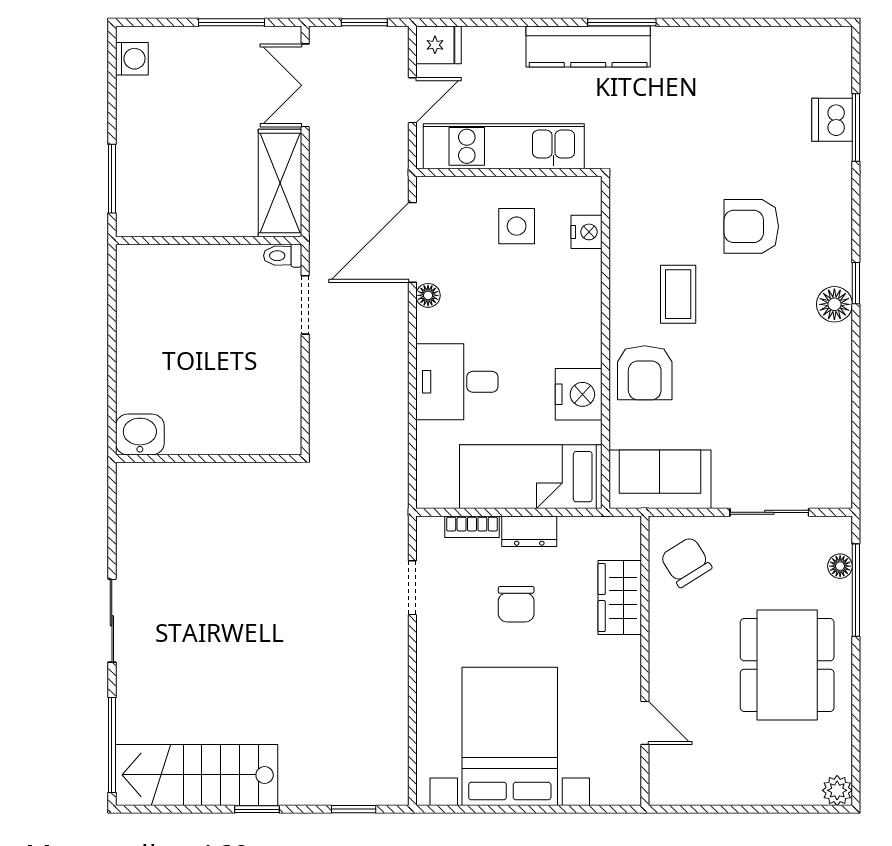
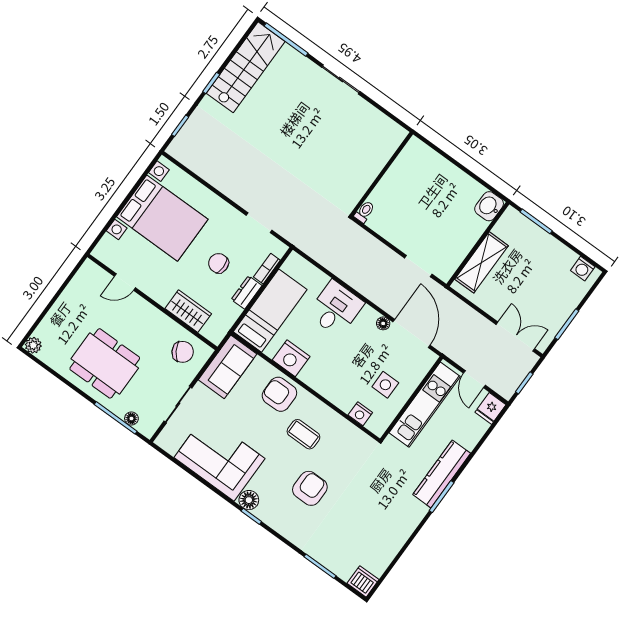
dishwasher: (832, 120) -> (363, 581), moved
shelving: (280, 183) -> (482, 262), moved, turned 90
toilet: (283, 256) -> (364, 212), moved
corner sofa: (804, 393) -> (219, 458), added
washbasin: (140, 434) -> (489, 206), moved, turned 180

